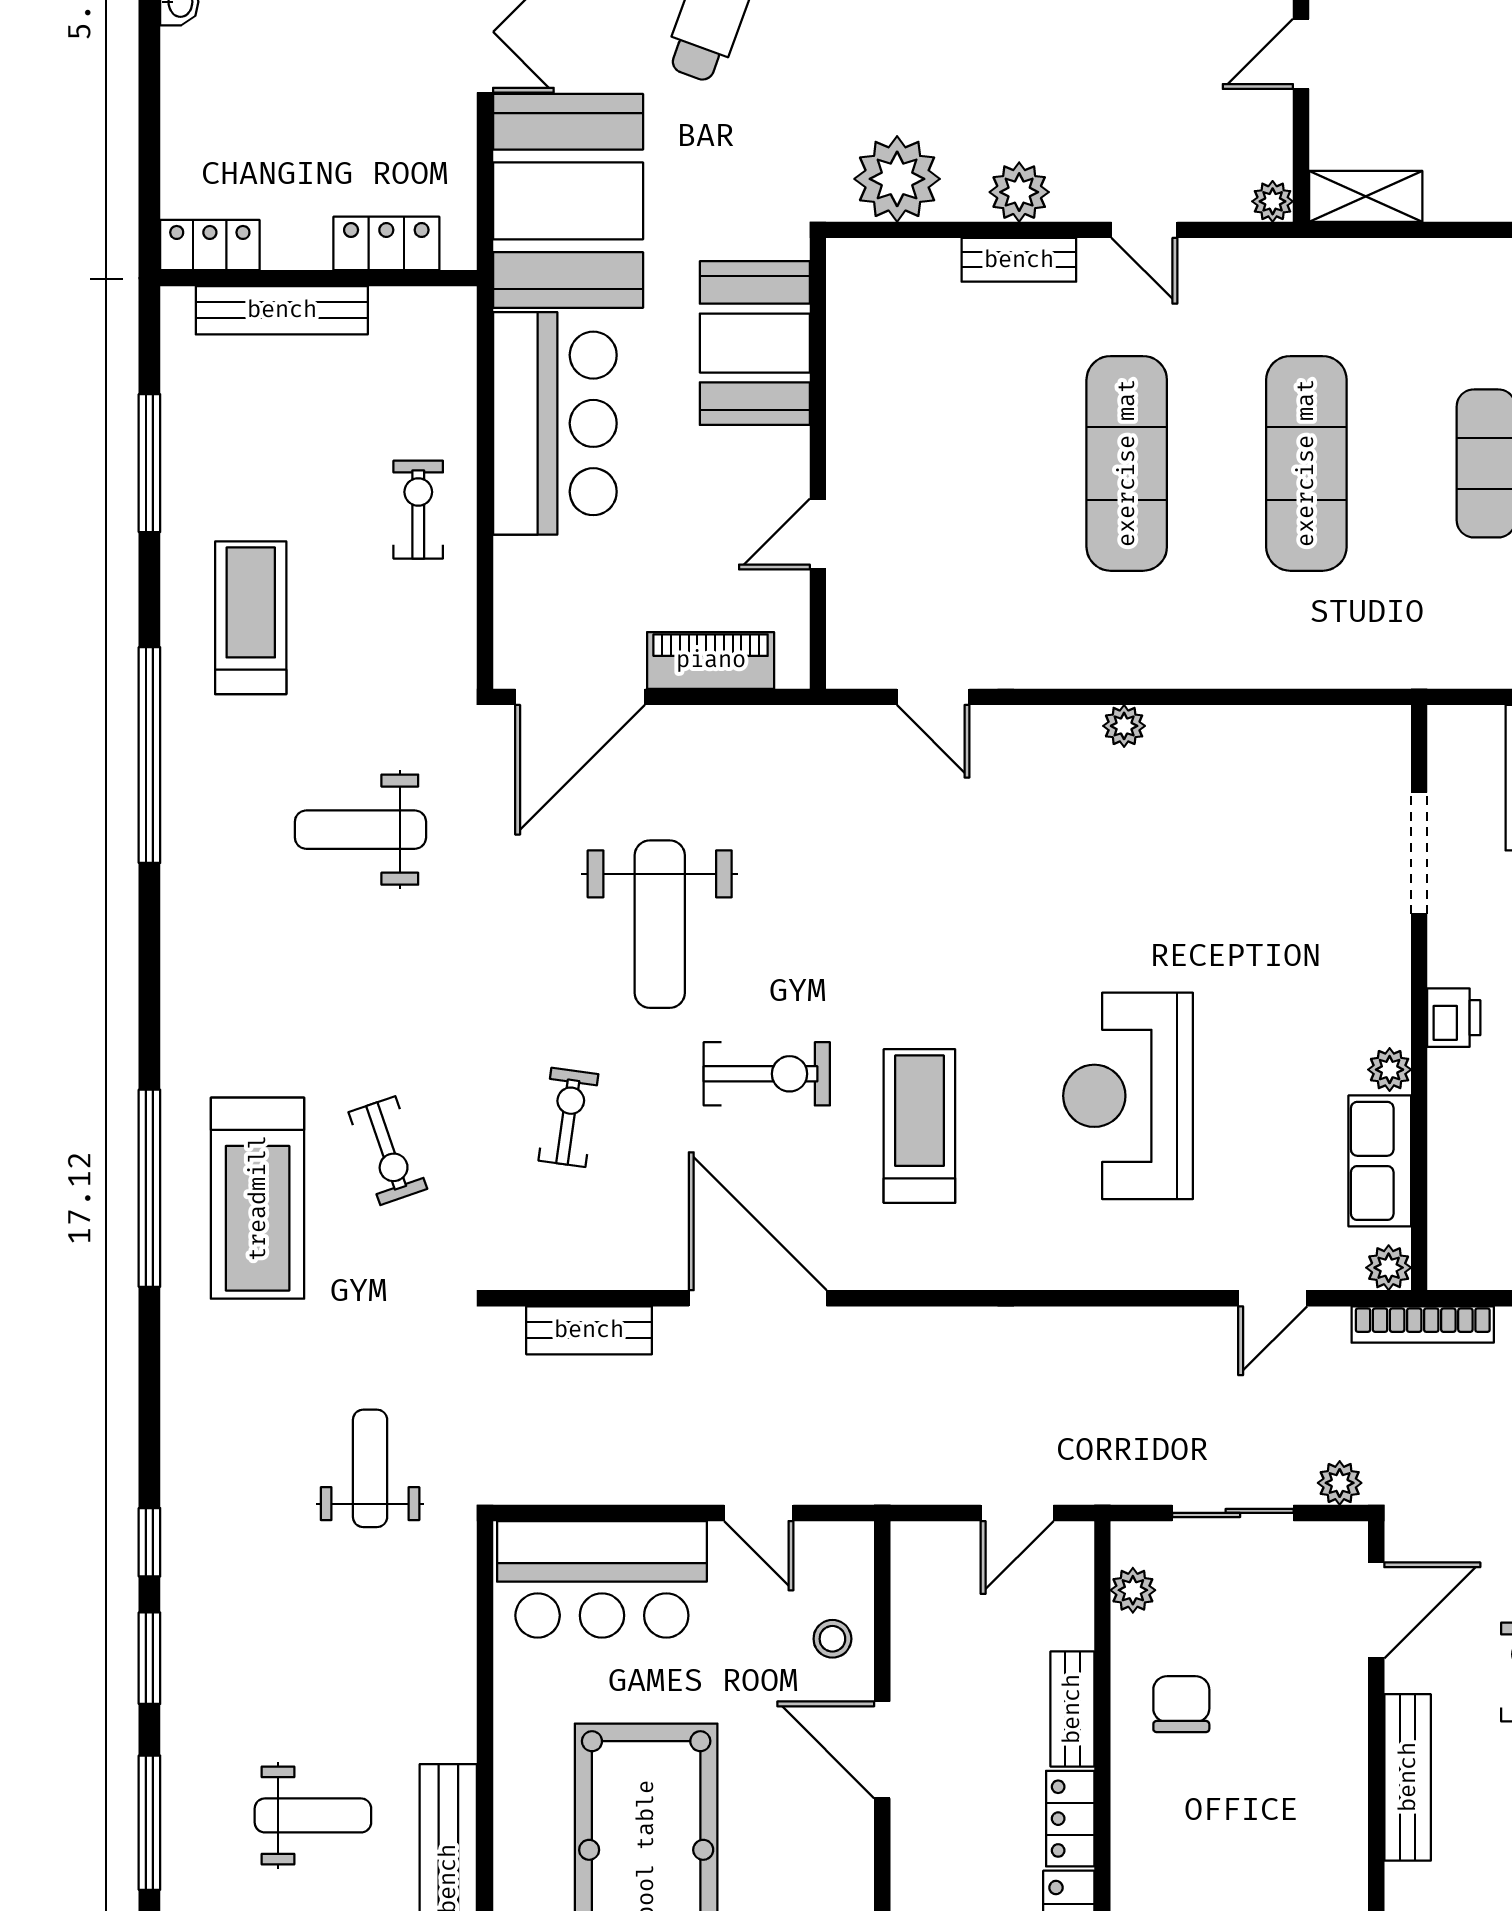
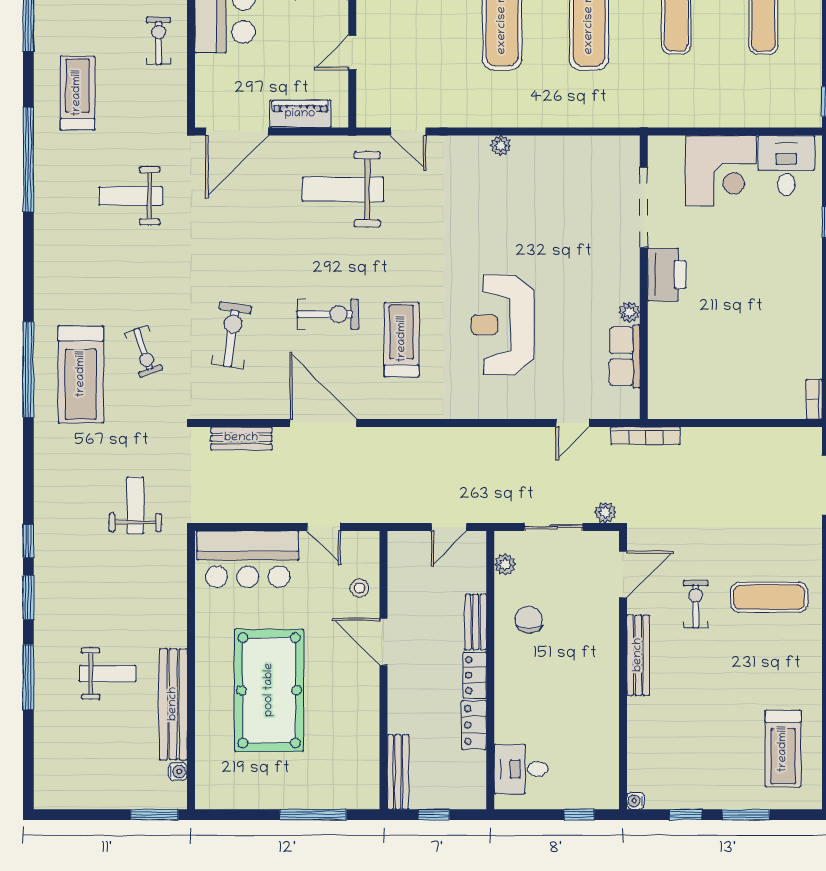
doorway: (1419, 853) -> (644, 207), width x1.36
weight bench: (660, 924) -> (343, 189), moved, turned 90
printer: (1454, 1018) -> (667, 275), width x1.87, depth x1.48
exercise bike: (568, 1117) -> (231, 335), width x1.38, depth x1.39
plant: (1389, 1268) -> (629, 408), removed

